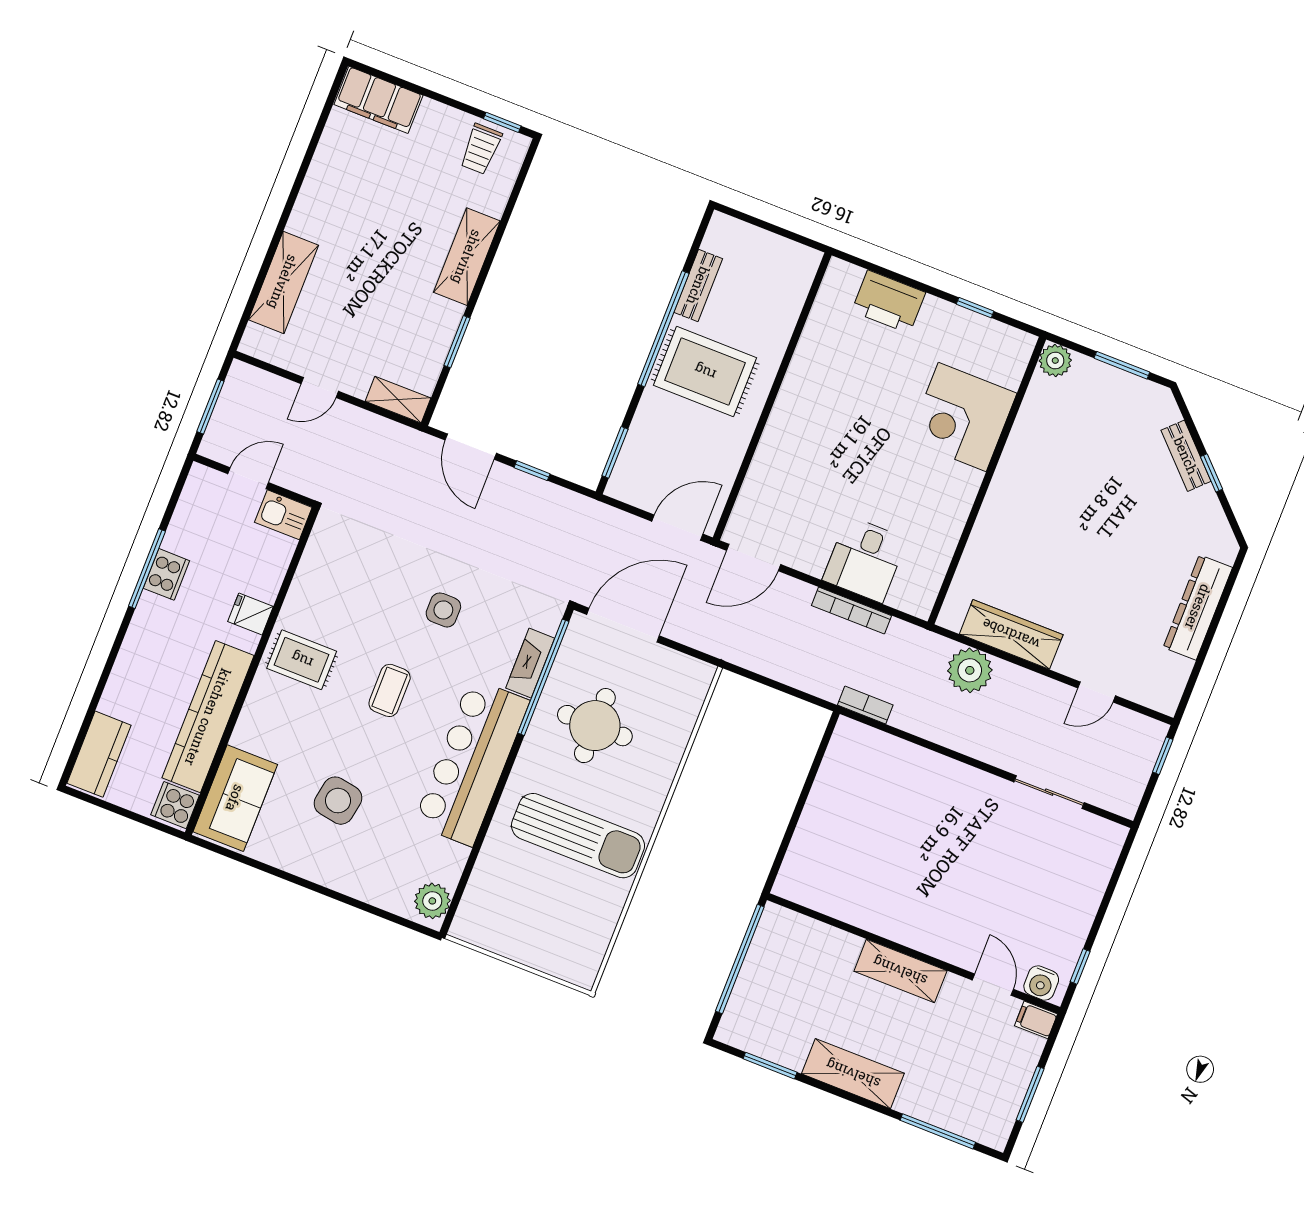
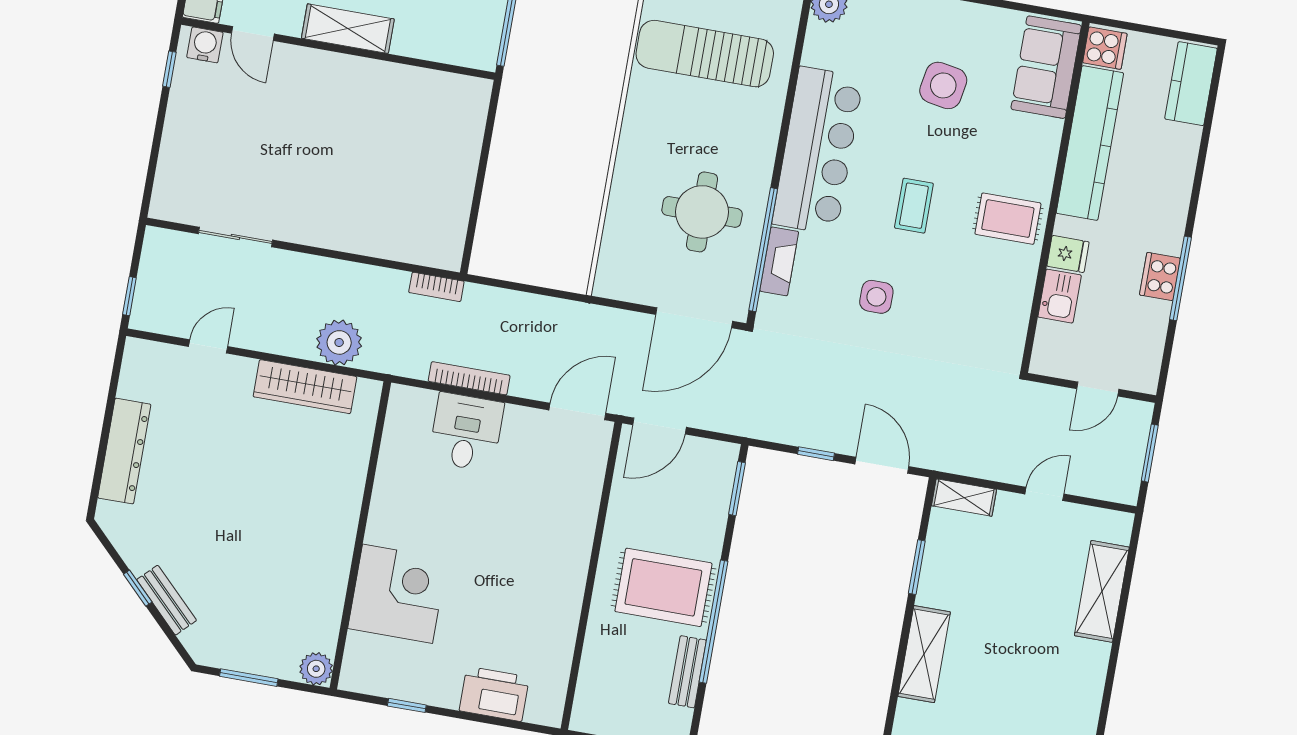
kitchen sink: (283, 515) -> (1060, 296), moved, turned 90
sun lounger: (578, 836) -> (705, 54), moved

